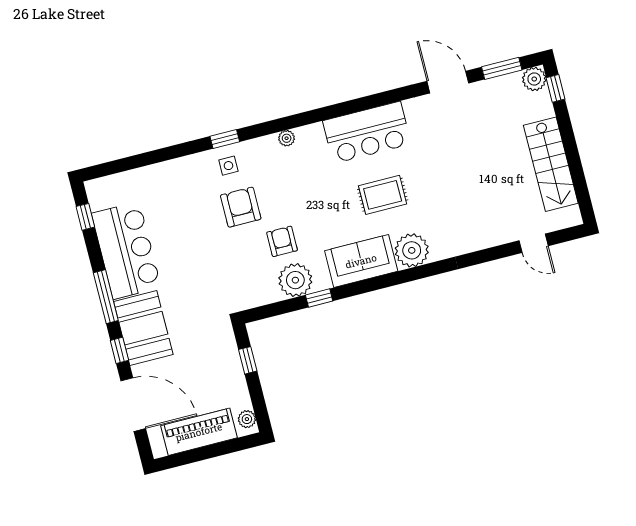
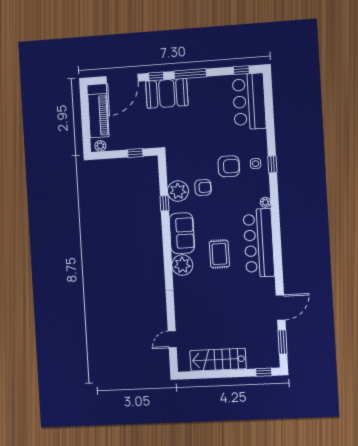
plant: (534, 79) -> (272, 360), removed
bar counter: (367, 132) -> (259, 243), width x1.36
bar counter: (126, 250) -> (249, 101), moved, turned 90

